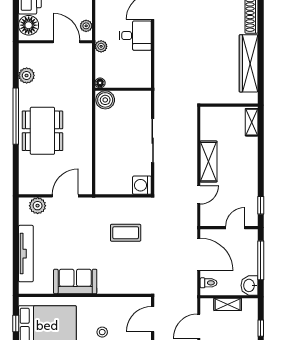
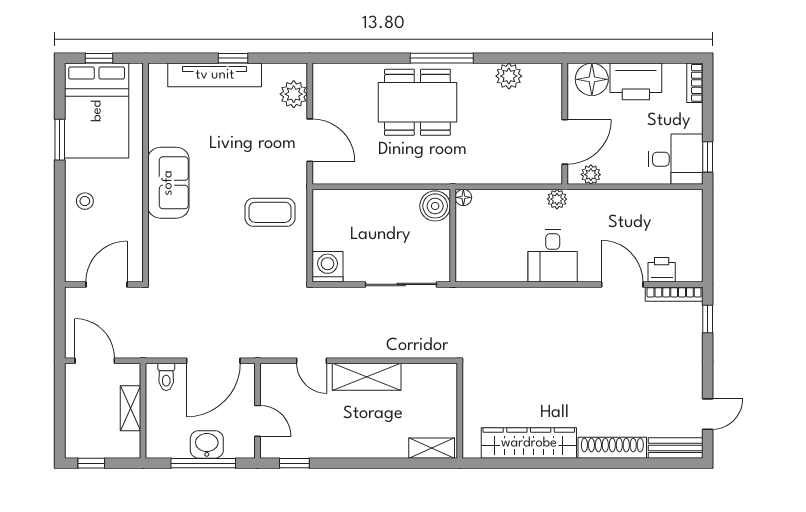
desk: (135, 36) -> (553, 256), moved
floor lamp: (100, 83) -> (463, 197), moved
wall: (123, 89) -> (453, 236), moved
boiler: (105, 100) -> (435, 206), moved
window: (16, 116) -> (442, 58), width x0.68
coffee table: (126, 233) -> (270, 212), moved, turned 90
window: (16, 242) -> (233, 58), added
sofa: (75, 281) -> (168, 183), moved
washbasin: (250, 285) -> (207, 444), moved
door: (153, 319) -> (106, 284), hinge flipped

